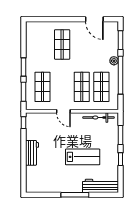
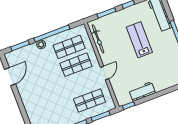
shop shelf: (62, 44) -> (44, 97), removed
workbench: (32, 153) -> (142, 92), moved

